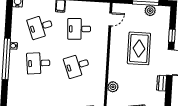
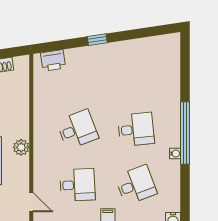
door: (110, 19) -> (31, 202), swing flipped
plant: (113, 87) -> (21, 147), moved

